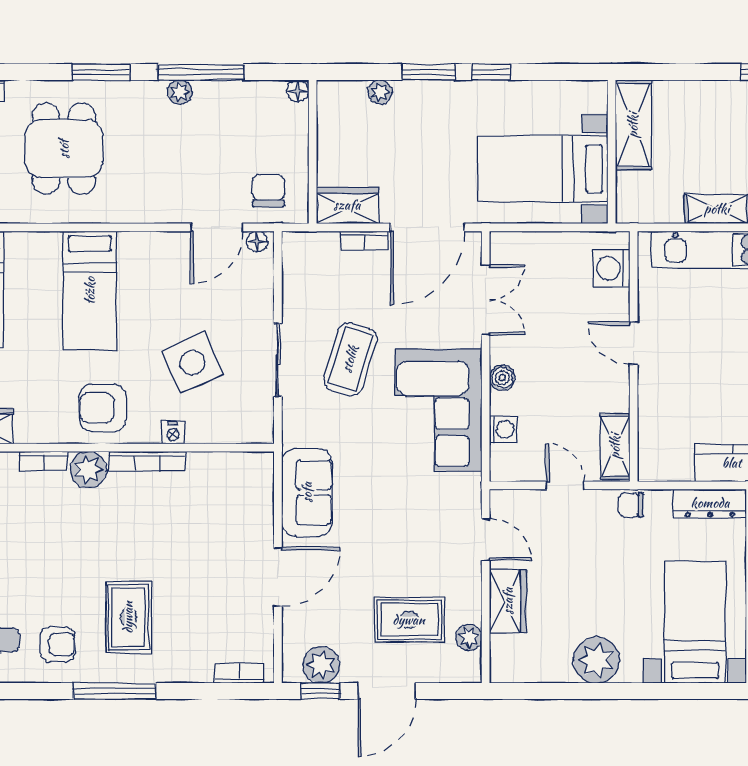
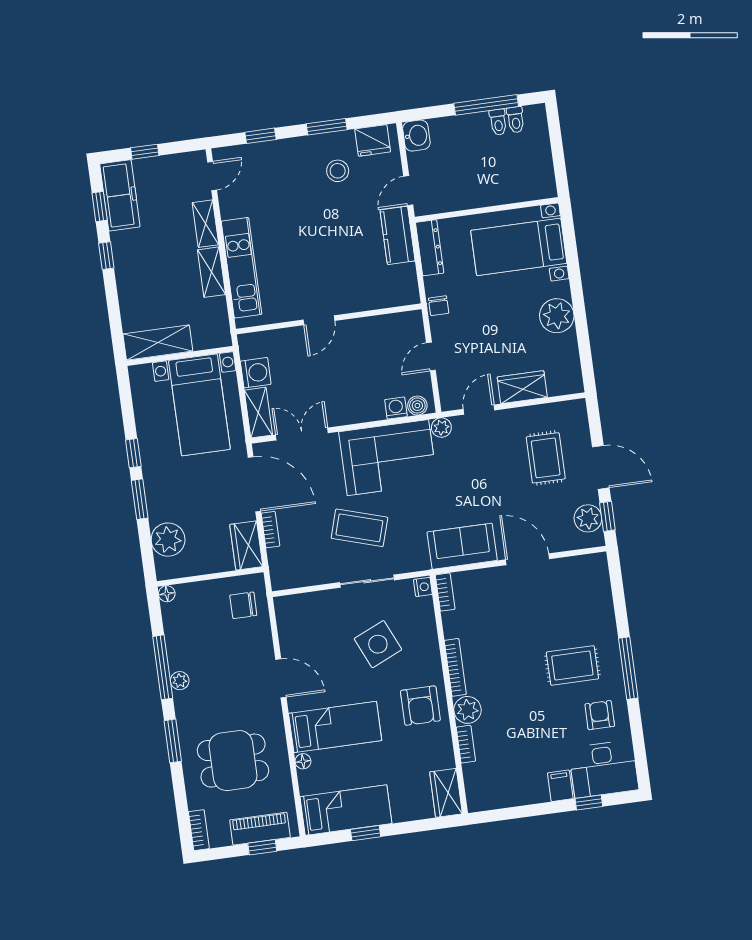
plant: (380, 92) -> (168, 540), width x1.88, depth x1.88
door: (217, 227) -> (281, 678), moved
floor lamp: (257, 242) -> (303, 761), moved
washing machine: (611, 268) -> (256, 373), moved, turned -90
boiler: (502, 378) -> (417, 406), moved
nightstand: (173, 433) -> (423, 587), moved
shelving: (615, 446) -> (258, 413), moved, turned 90
plant: (469, 637) -> (441, 428), moved
bookcase: (239, 673) -> (445, 592), moved, turned 180

